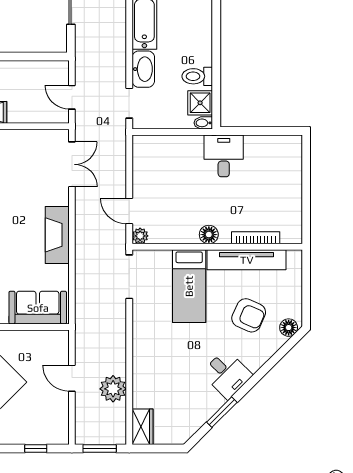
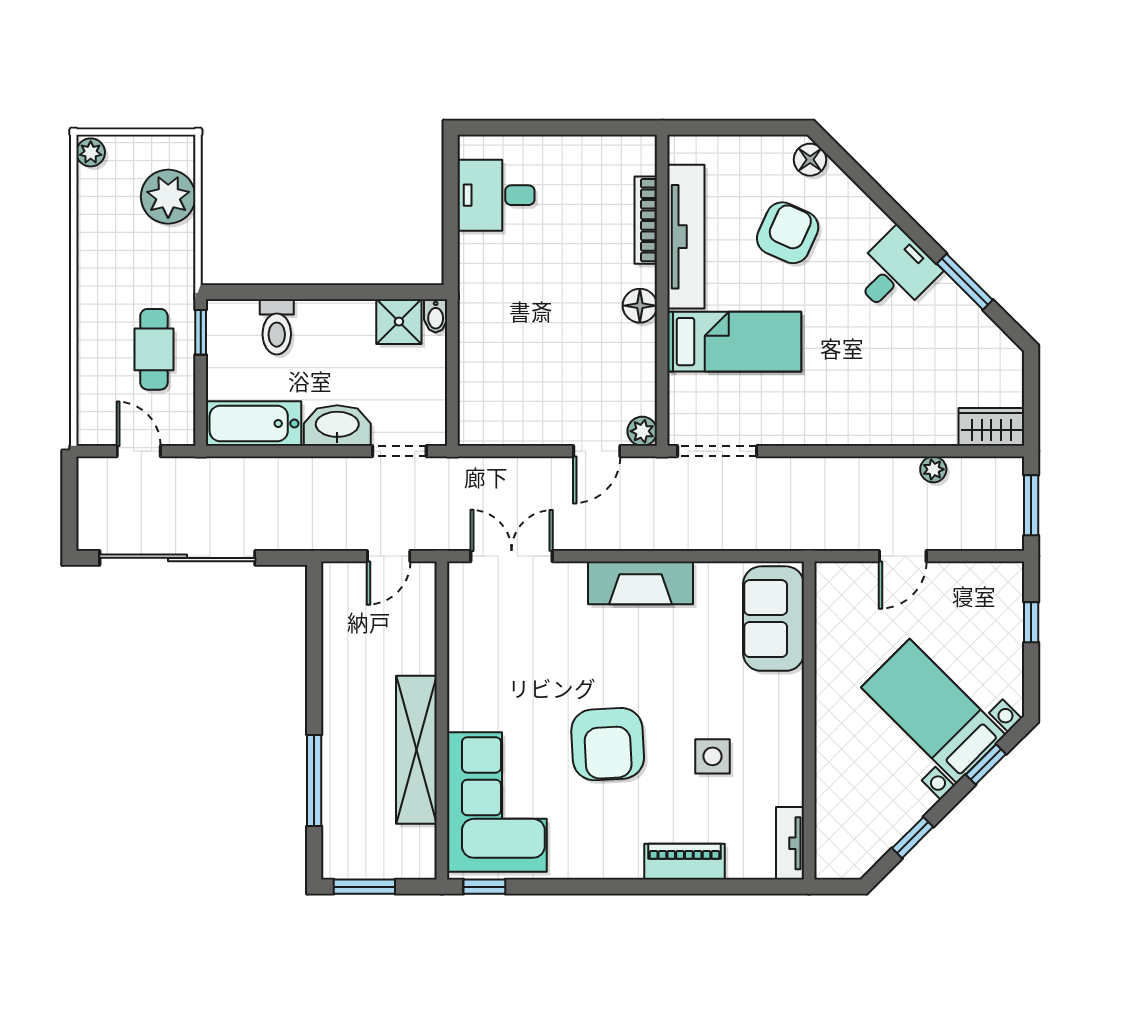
toilet: (197, 76) -> (277, 327), moved
desk: (224, 156) -> (496, 195), moved
plant: (113, 389) -> (933, 469), width x0.53, depth x0.53

